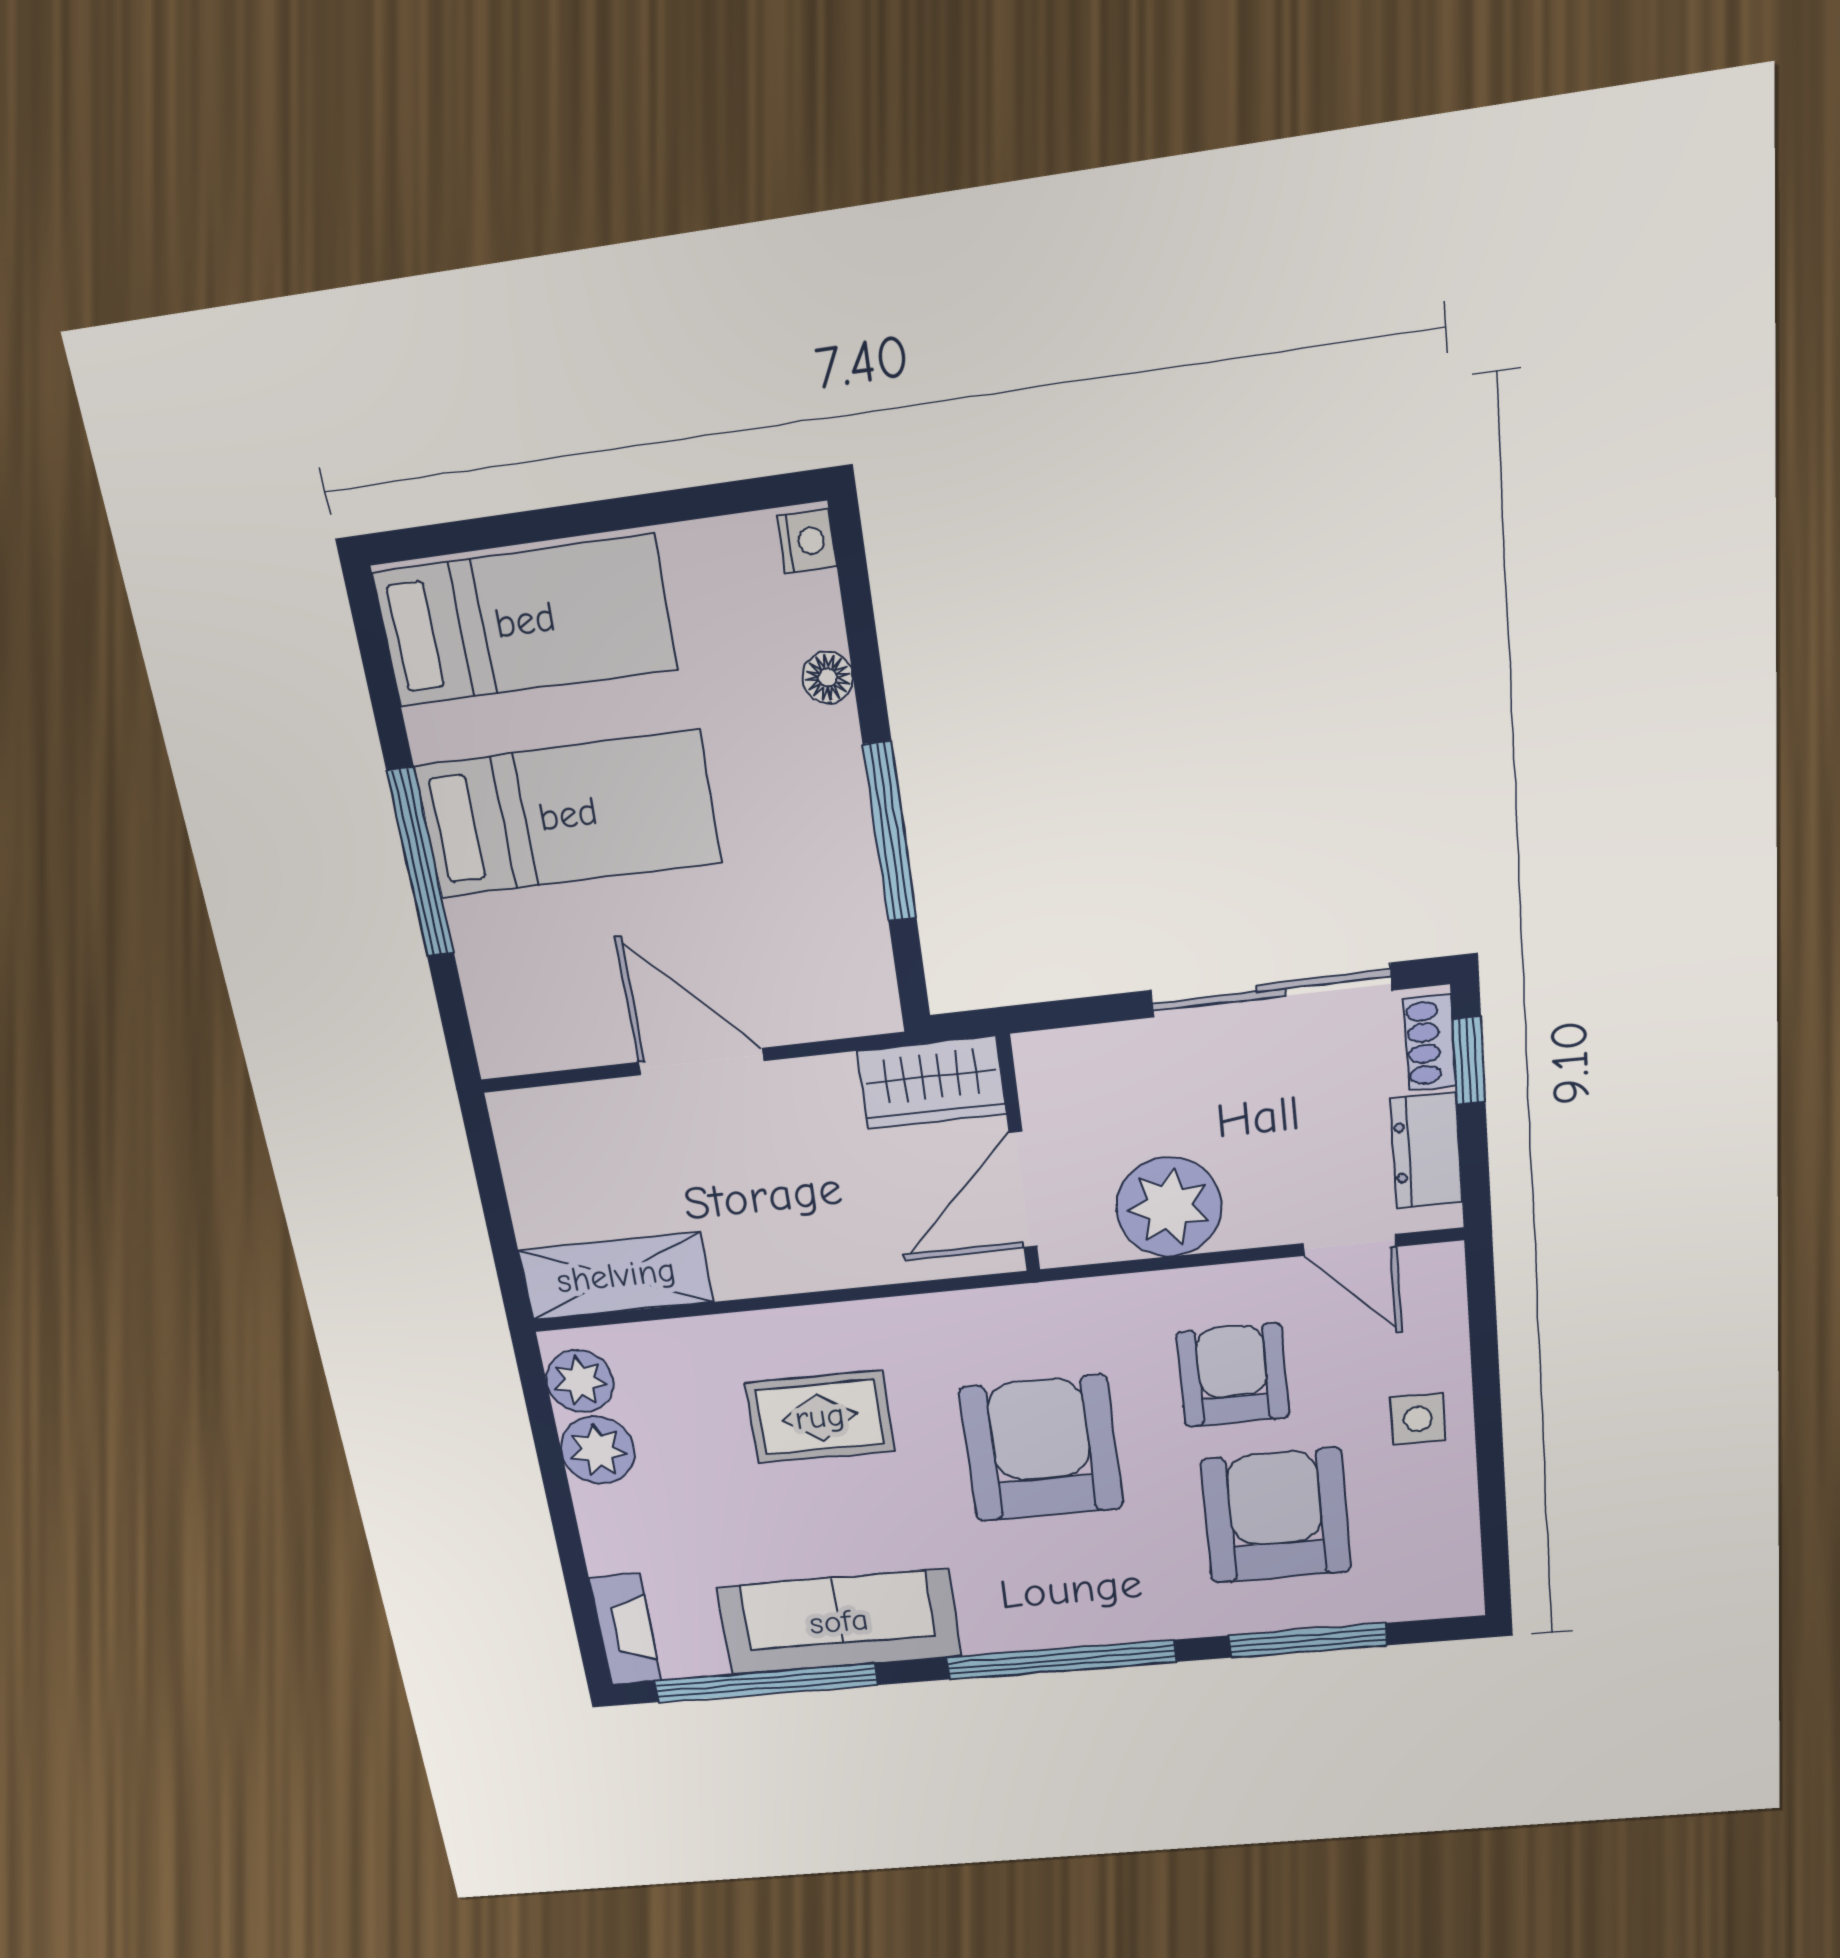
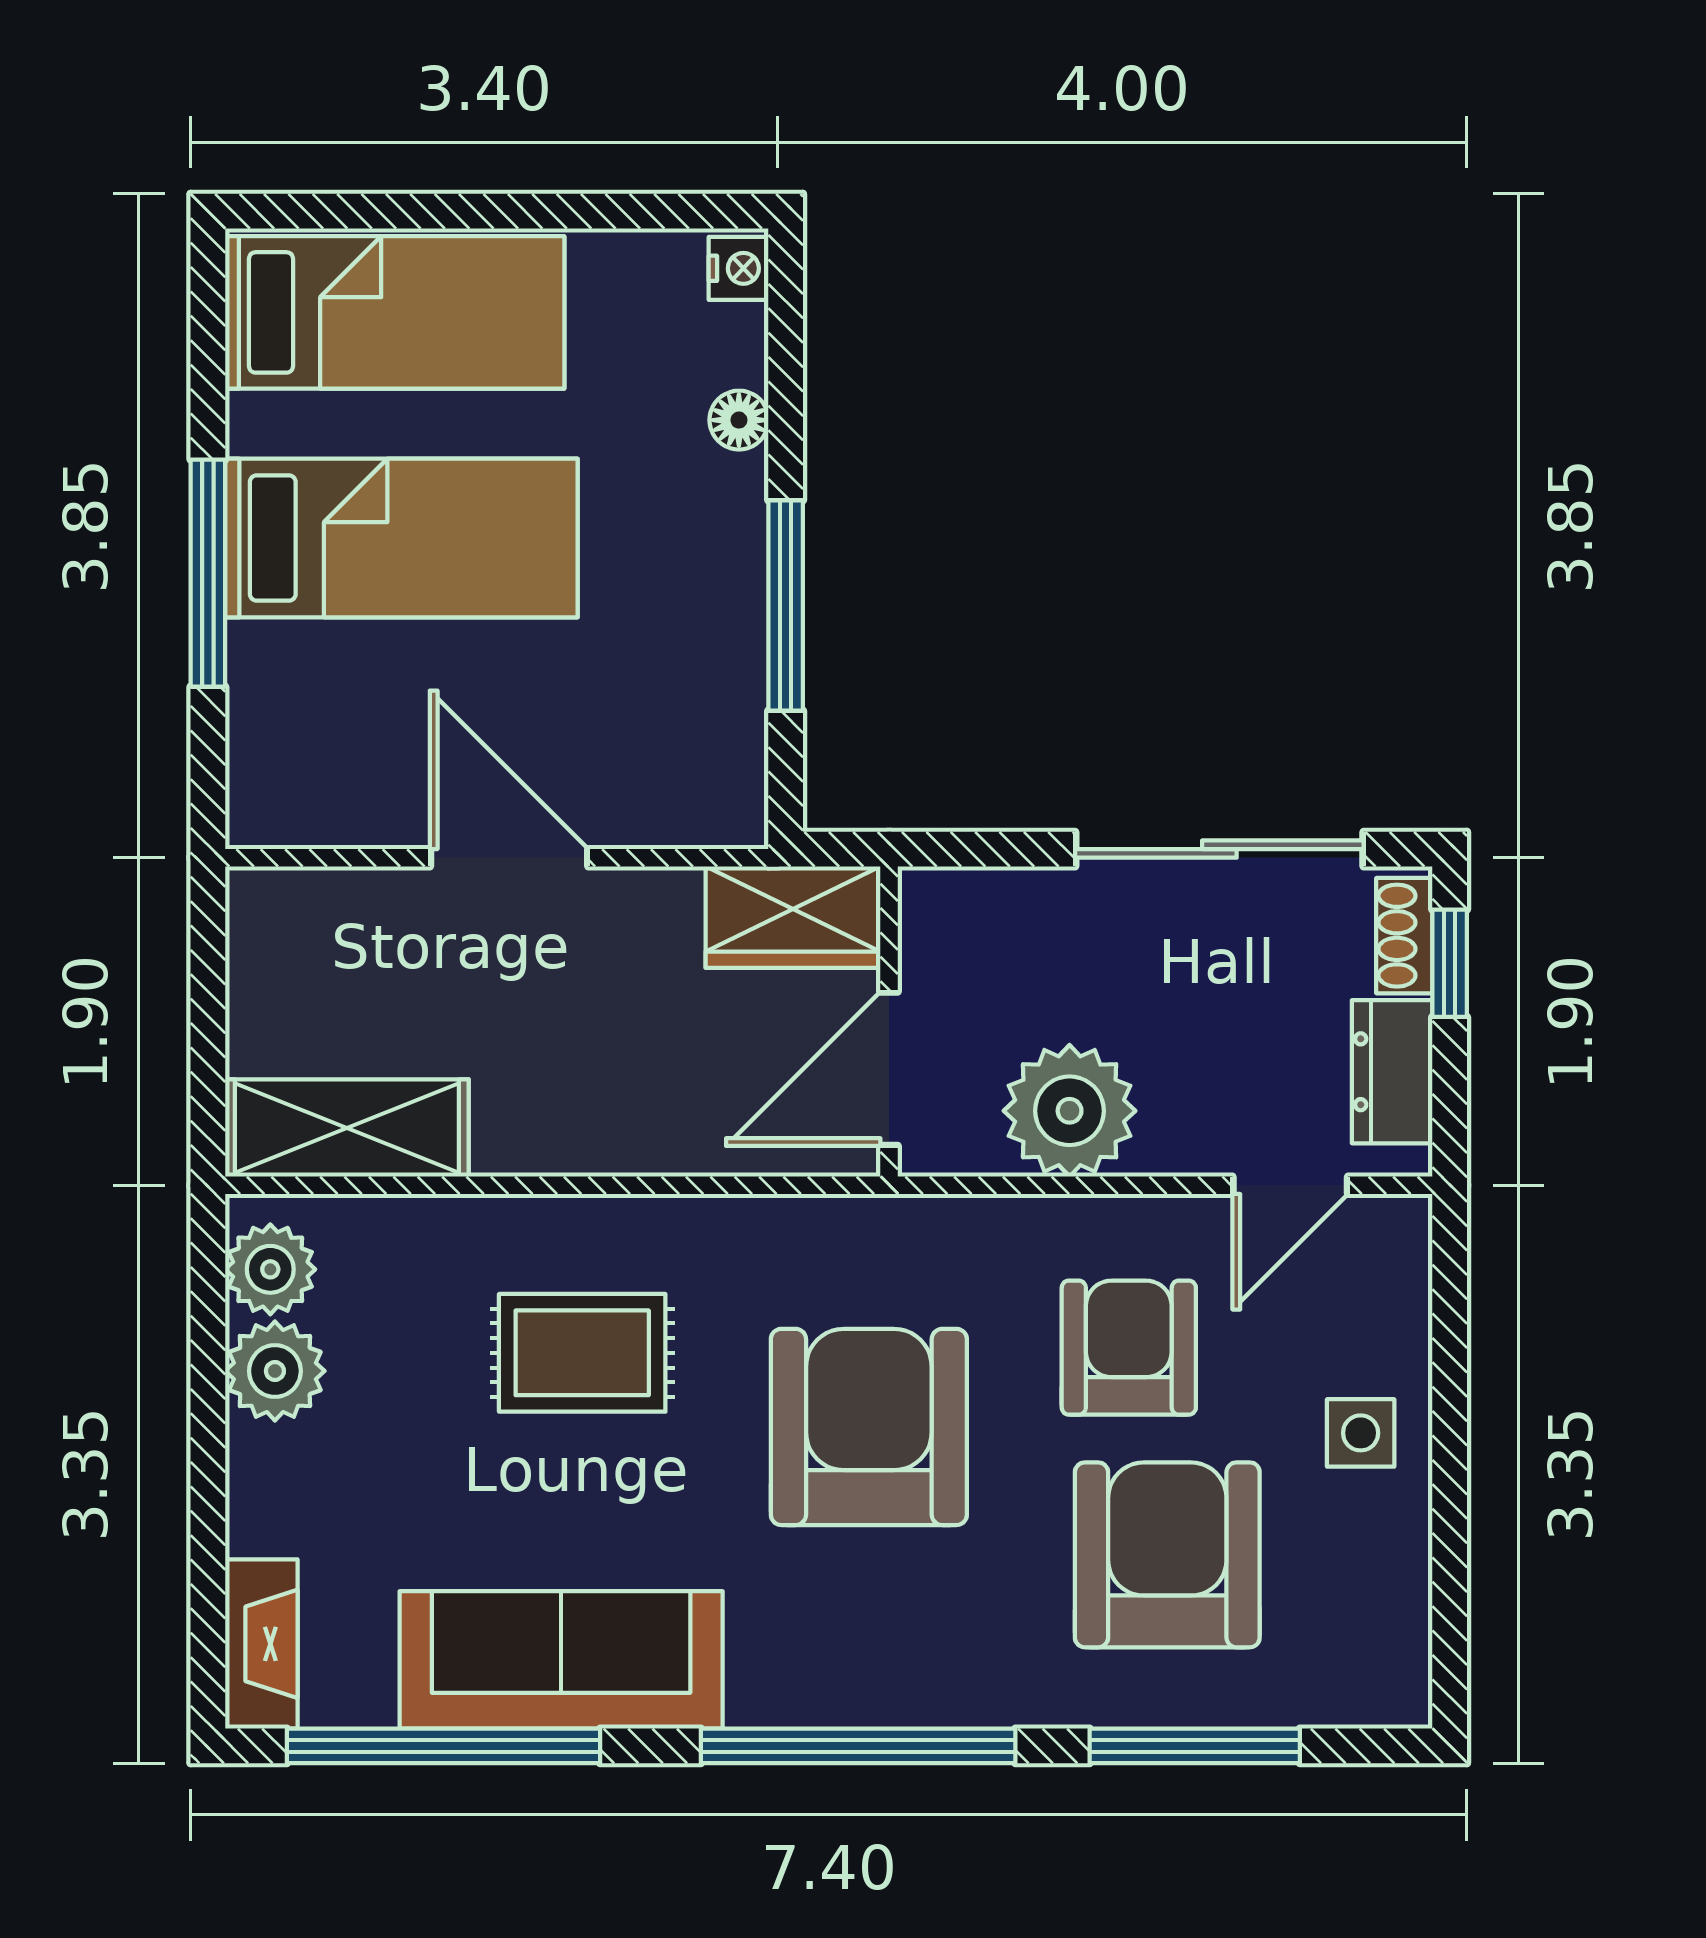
door: (1350, 1245) -> (1290, 1185), hinge flipped

